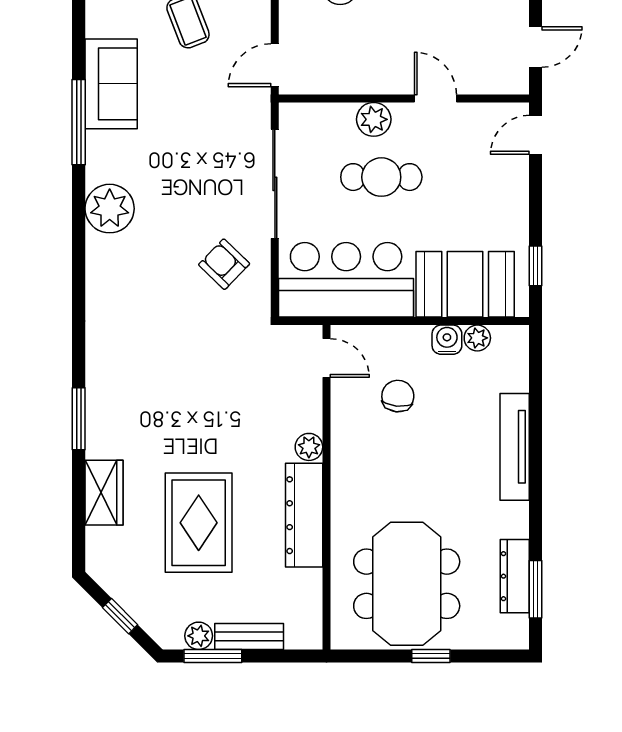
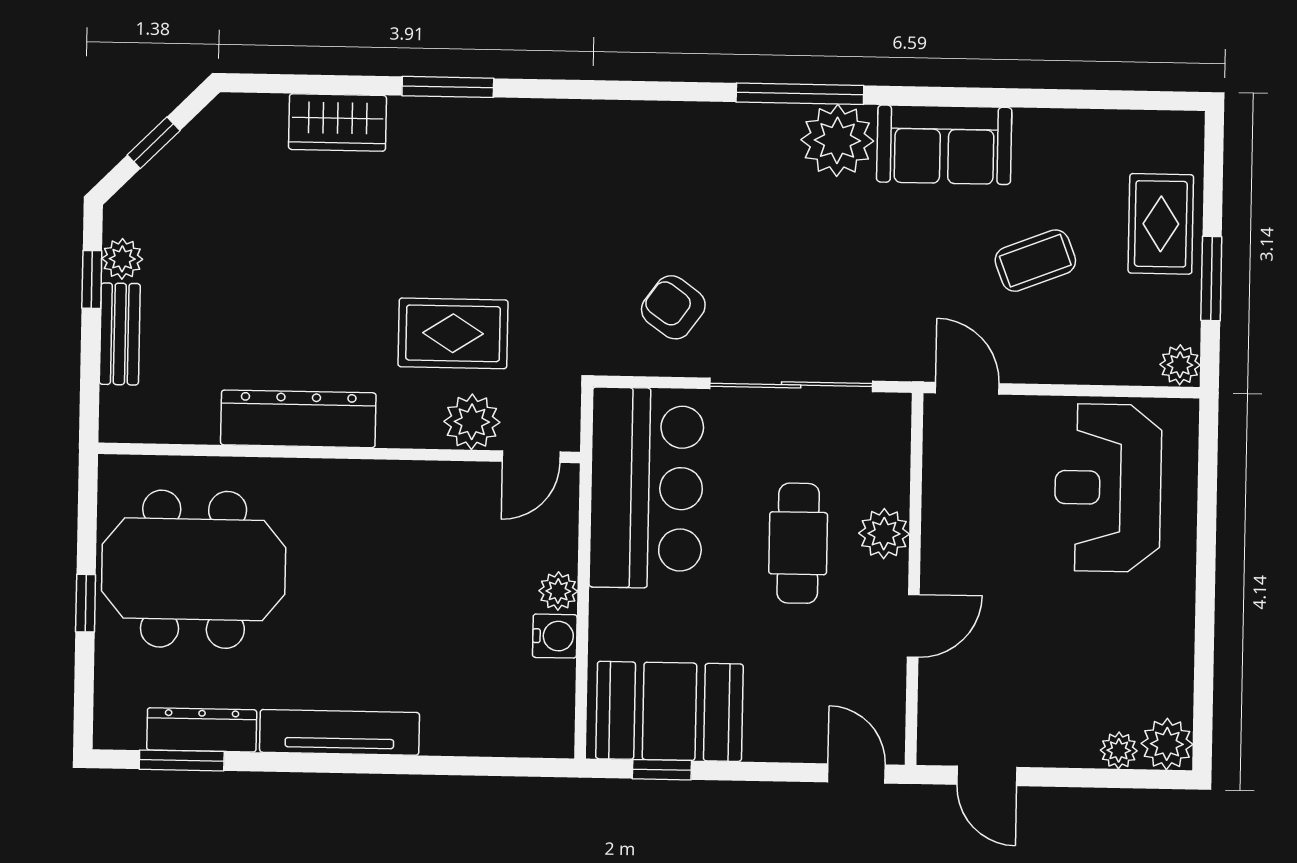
window: (79, 122) -> (800, 94), moved
plant: (110, 209) -> (837, 140), moved
armchair: (224, 264) -> (673, 307), turned -98
booth: (465, 284) -> (669, 711), moved, turned 90
plant: (477, 338) -> (558, 591), moved
chair: (398, 396) -> (473, 561), removed
plant: (309, 447) -> (472, 422), moved, width x1.38, depth x1.38
tv unit: (515, 447) -> (340, 732), moved
rug: (199, 523) -> (453, 333), moved, width x0.73, depth x0.70
window: (213, 656) -> (92, 279), width x0.67

